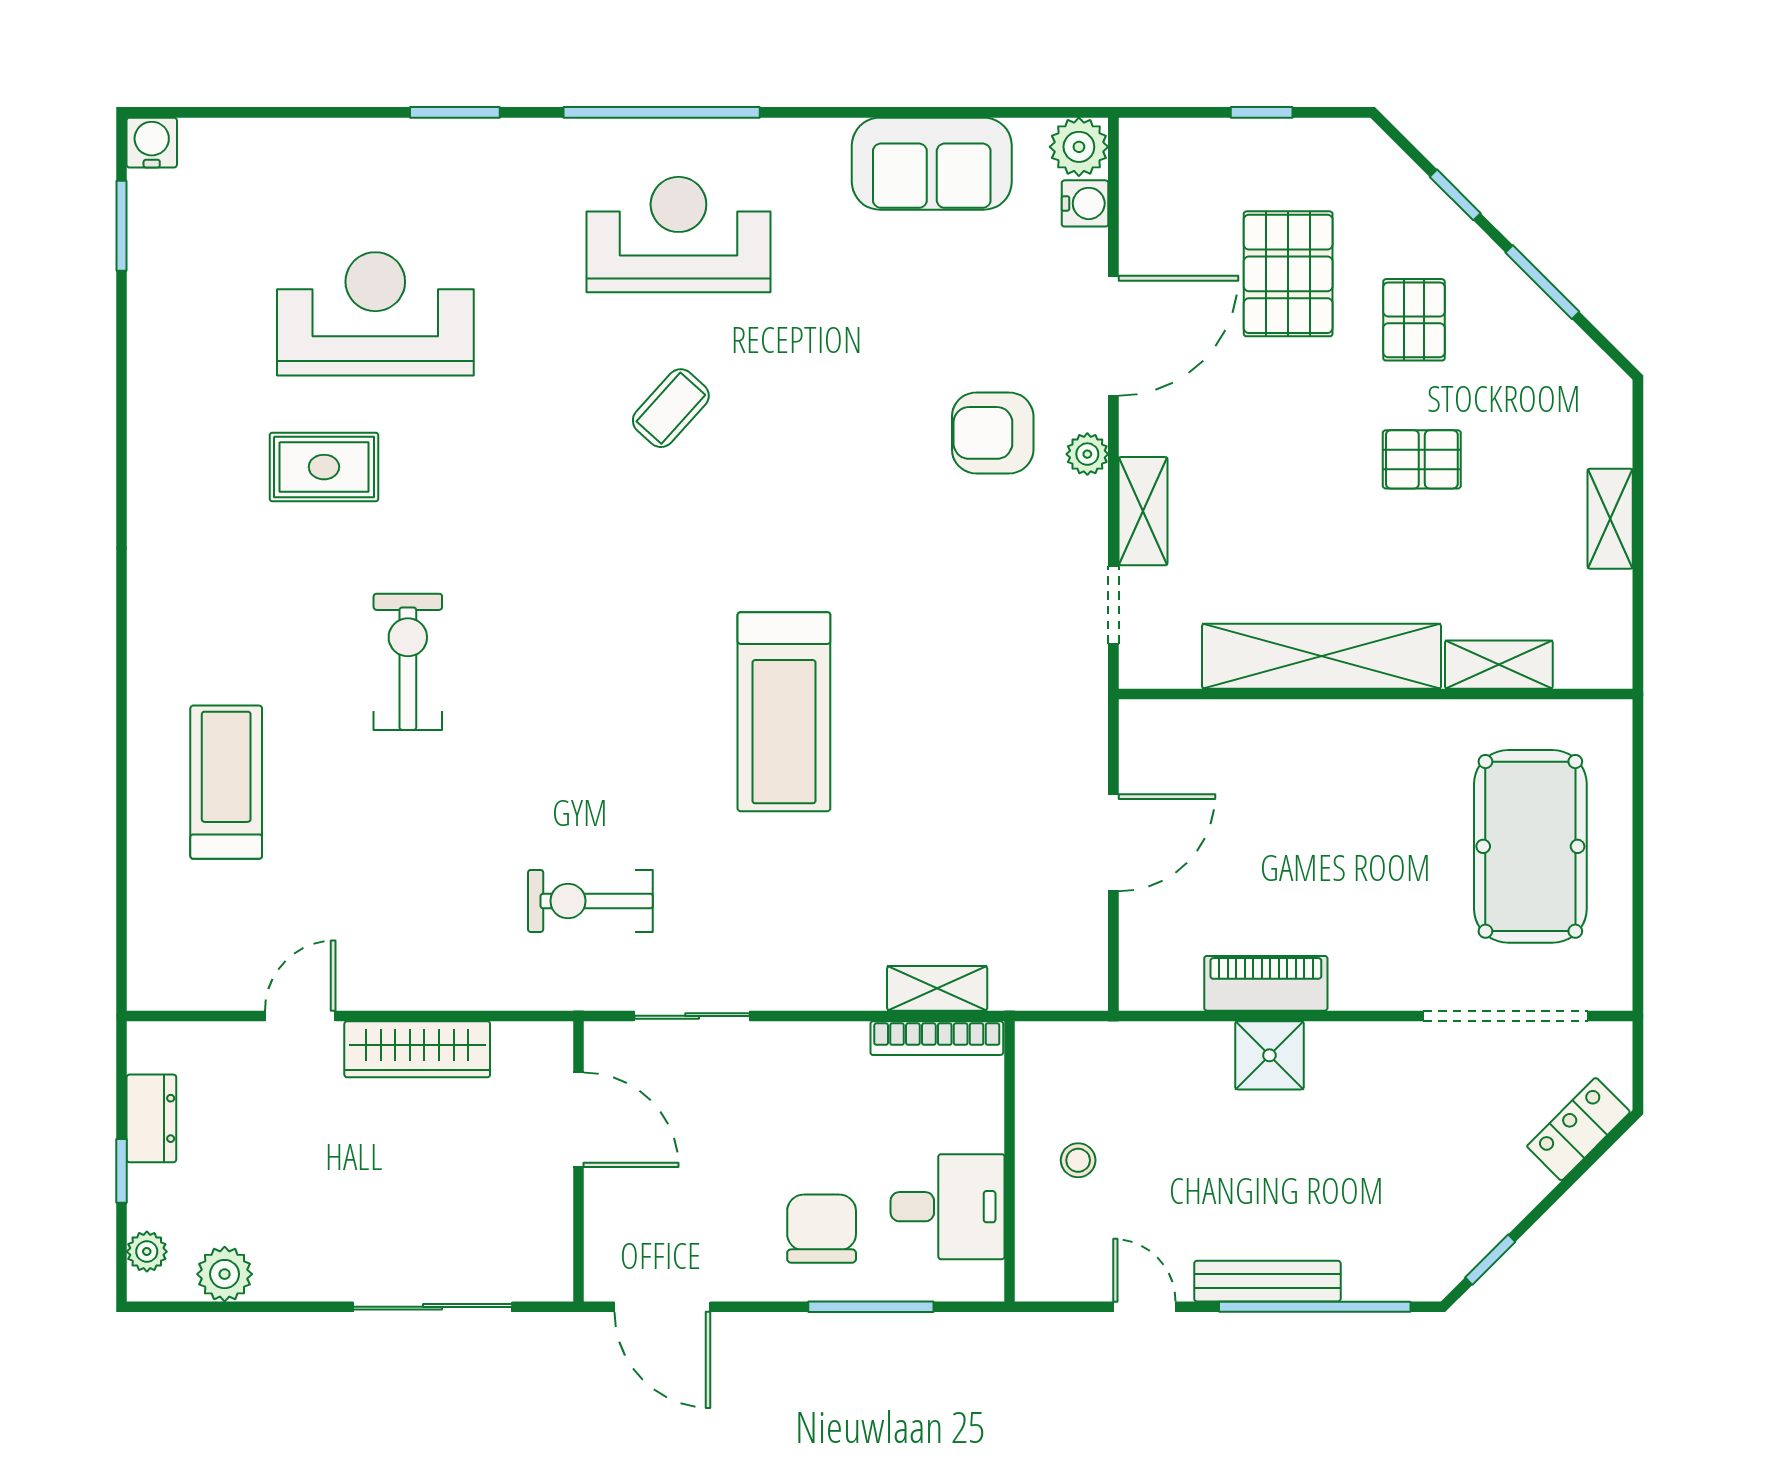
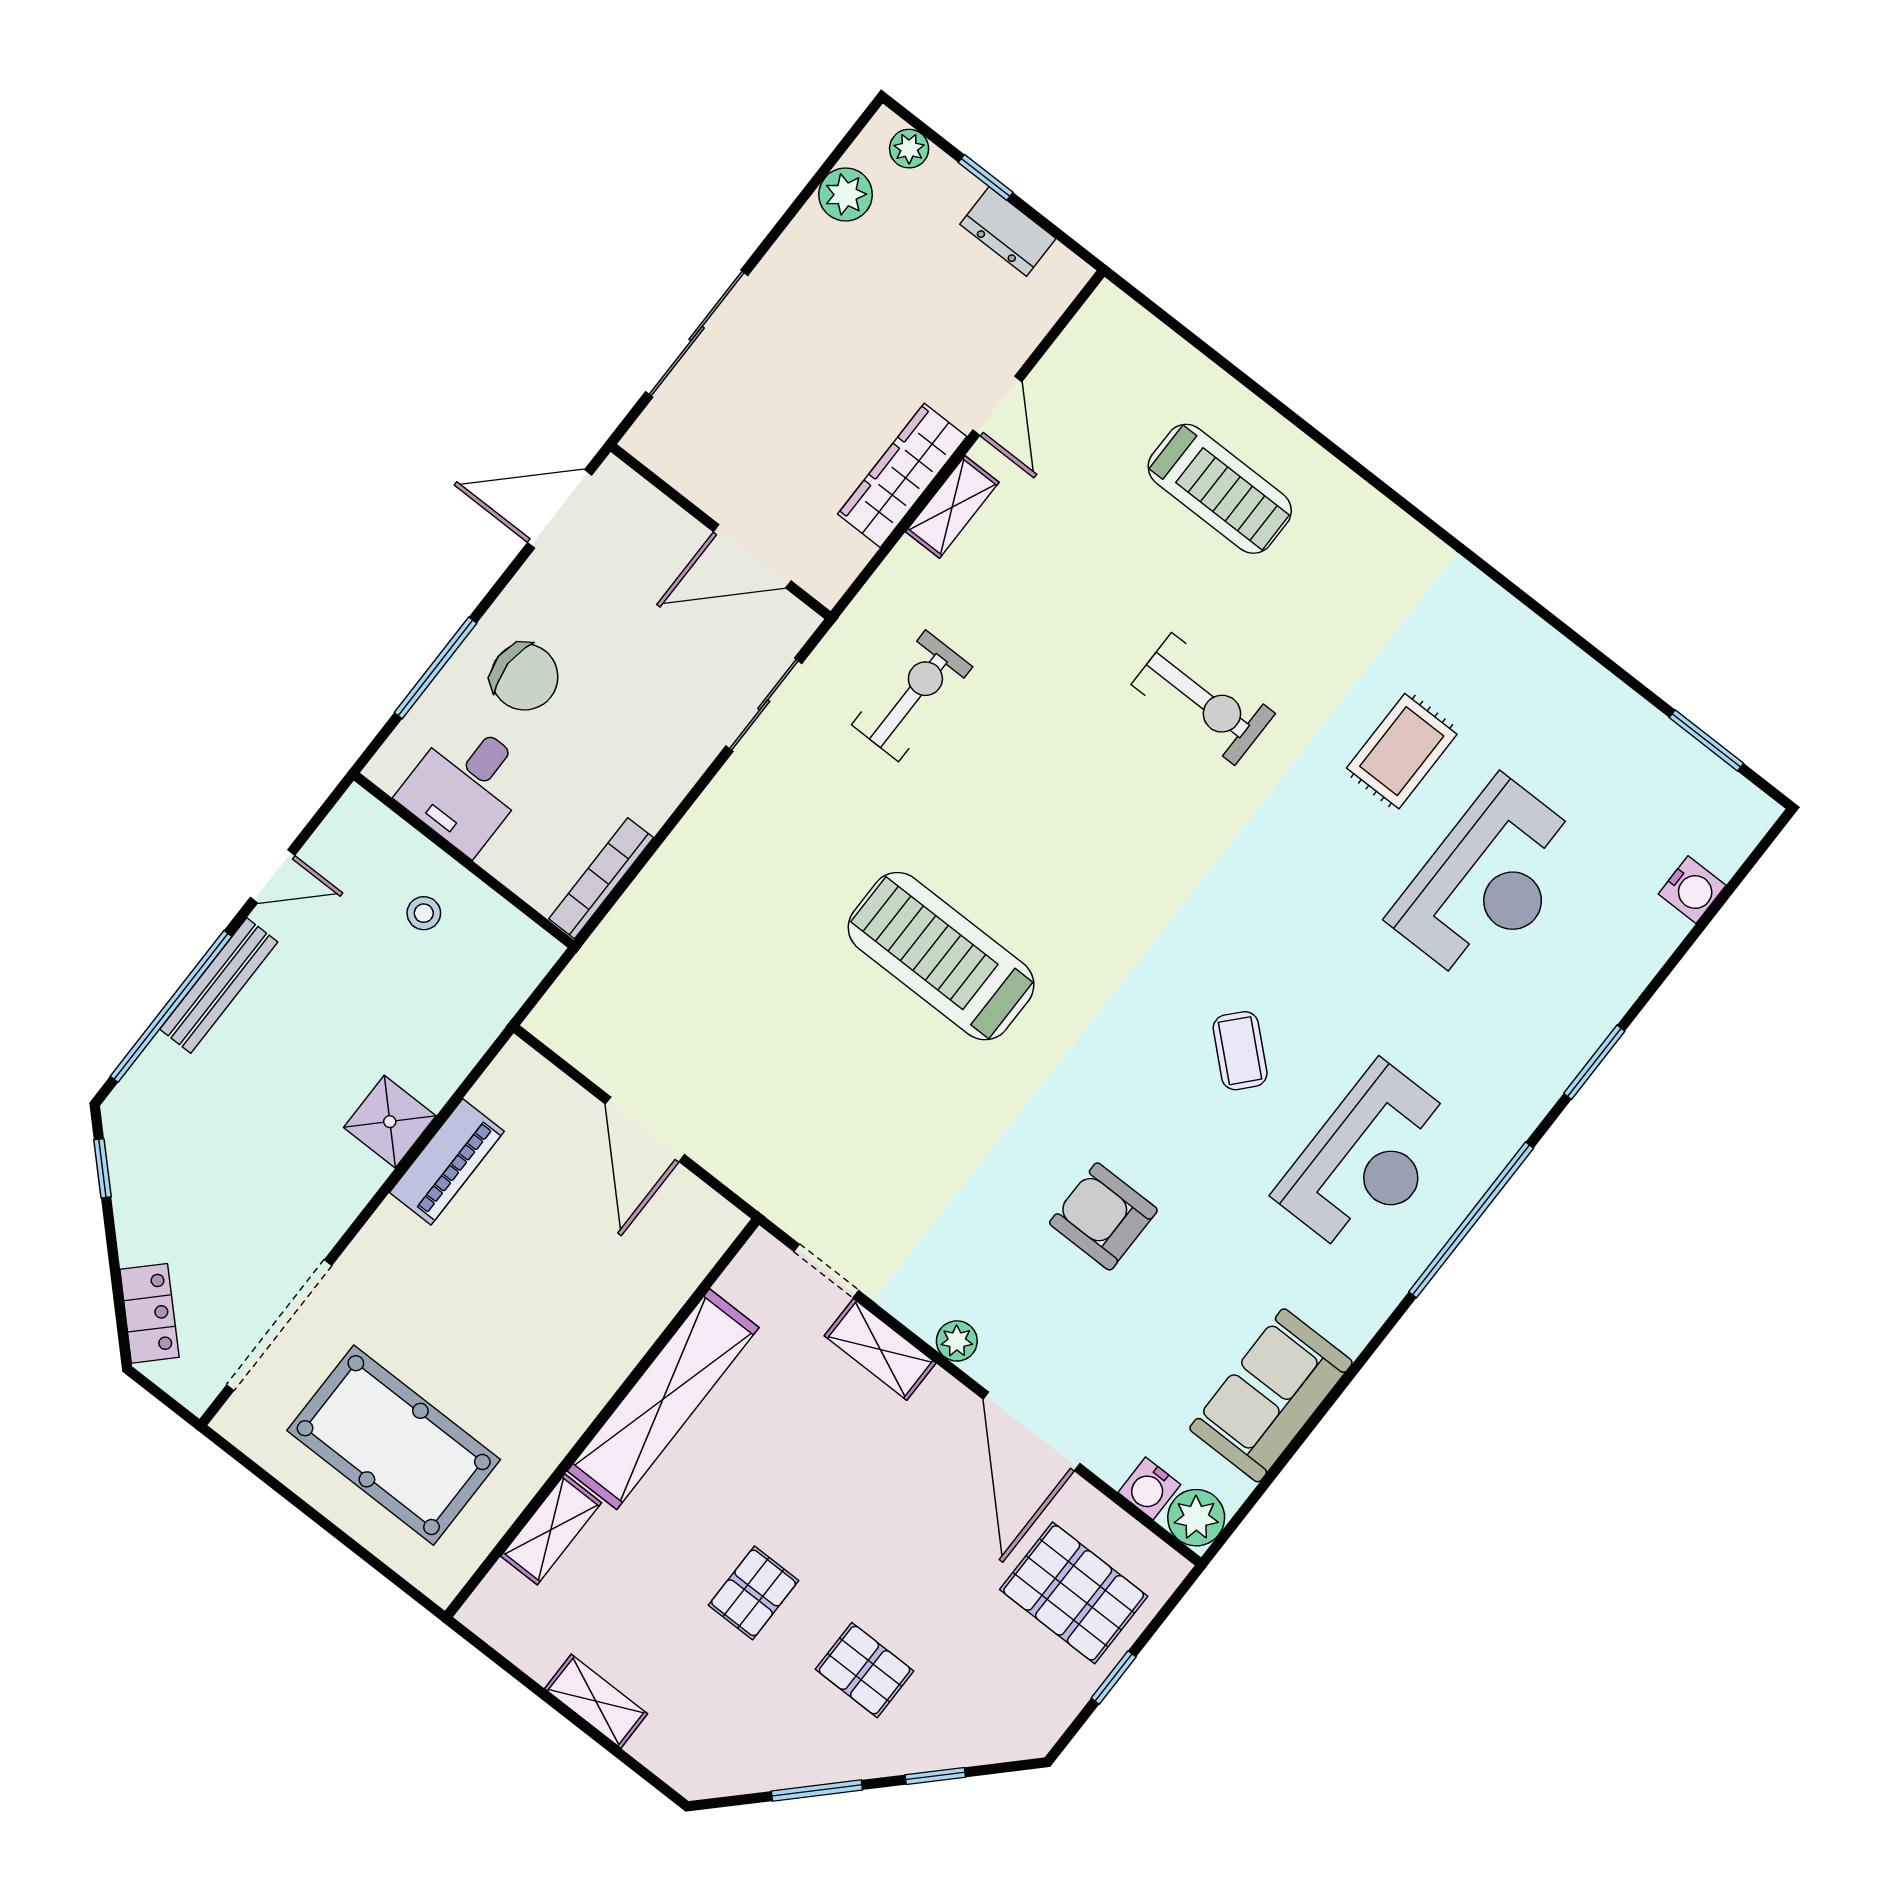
water cooler: (152, 143) -> (1692, 890), moved
pallet: (1288, 274) -> (1074, 1593), moved
armchair: (993, 433) -> (1103, 1216), moved, turned -90
shelving: (937, 988) -> (952, 507), moved

